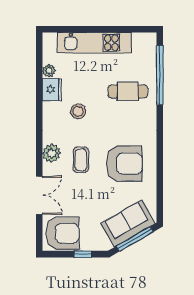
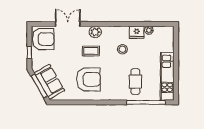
kitchen unit: (94, 43) -> (167, 76), moved
armchair: (124, 164) -> (88, 79), turned -90
double door: (39, 195) -> (68, 24), swing flipped
armchair: (63, 233) -> (43, 39), turned -90

